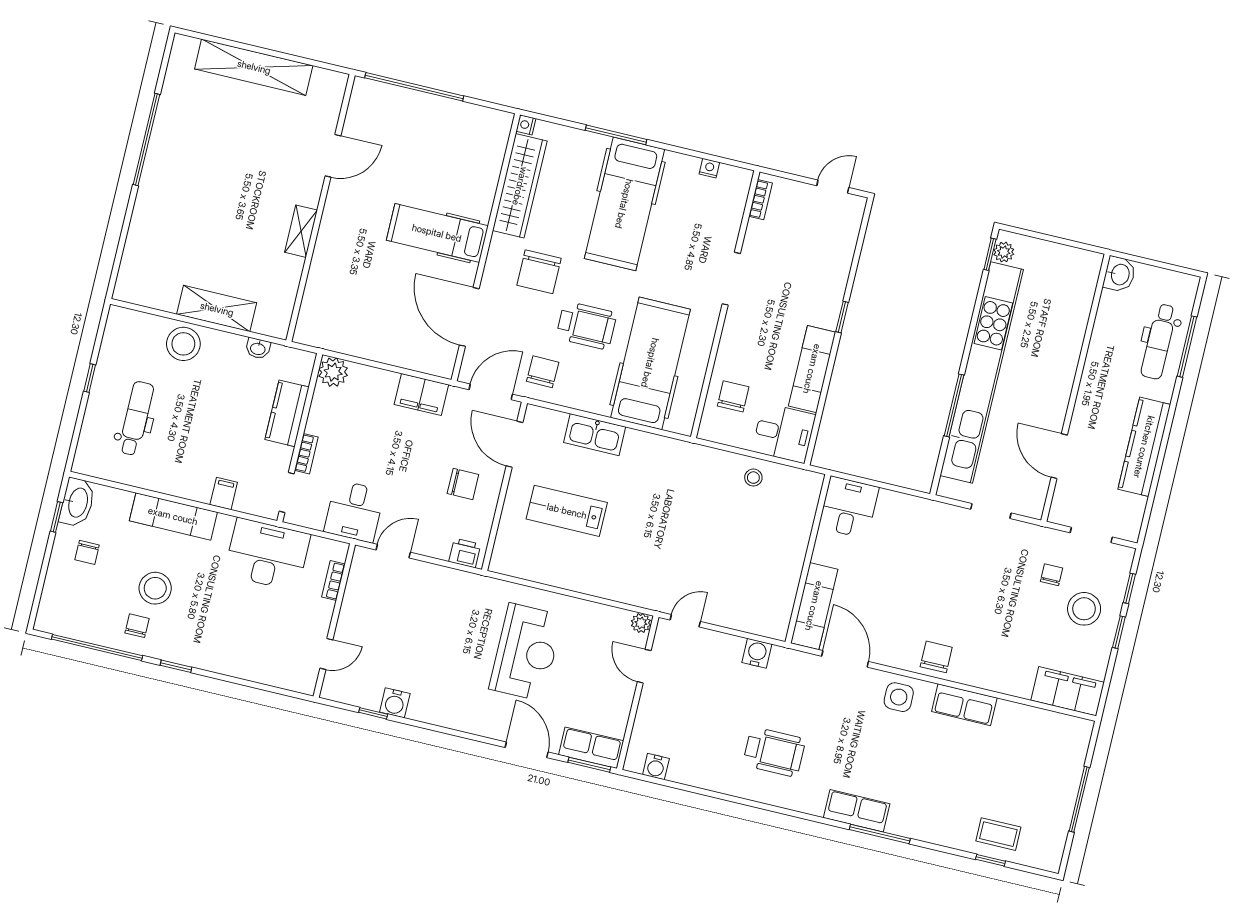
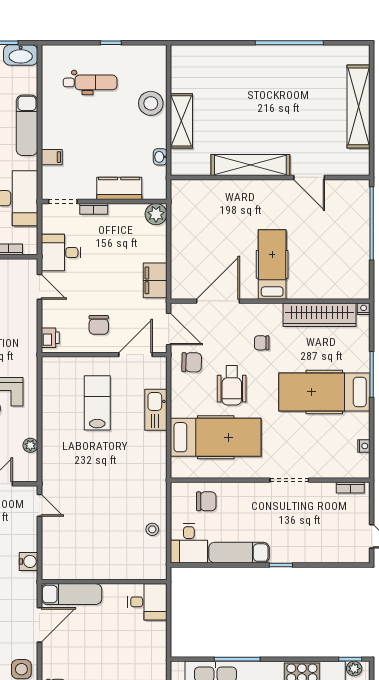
shelving: (301, 231) -> (250, 165), width x2.20, depth x1.33
chair: (539, 272) -> (262, 343), width x0.54, depth x0.54
plant: (641, 623) -> (30, 445), moved

